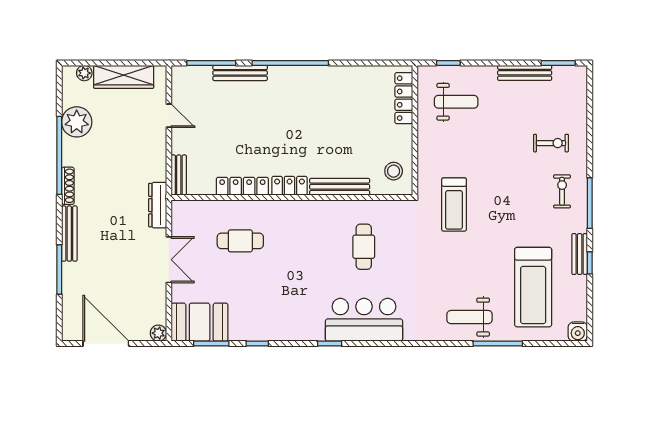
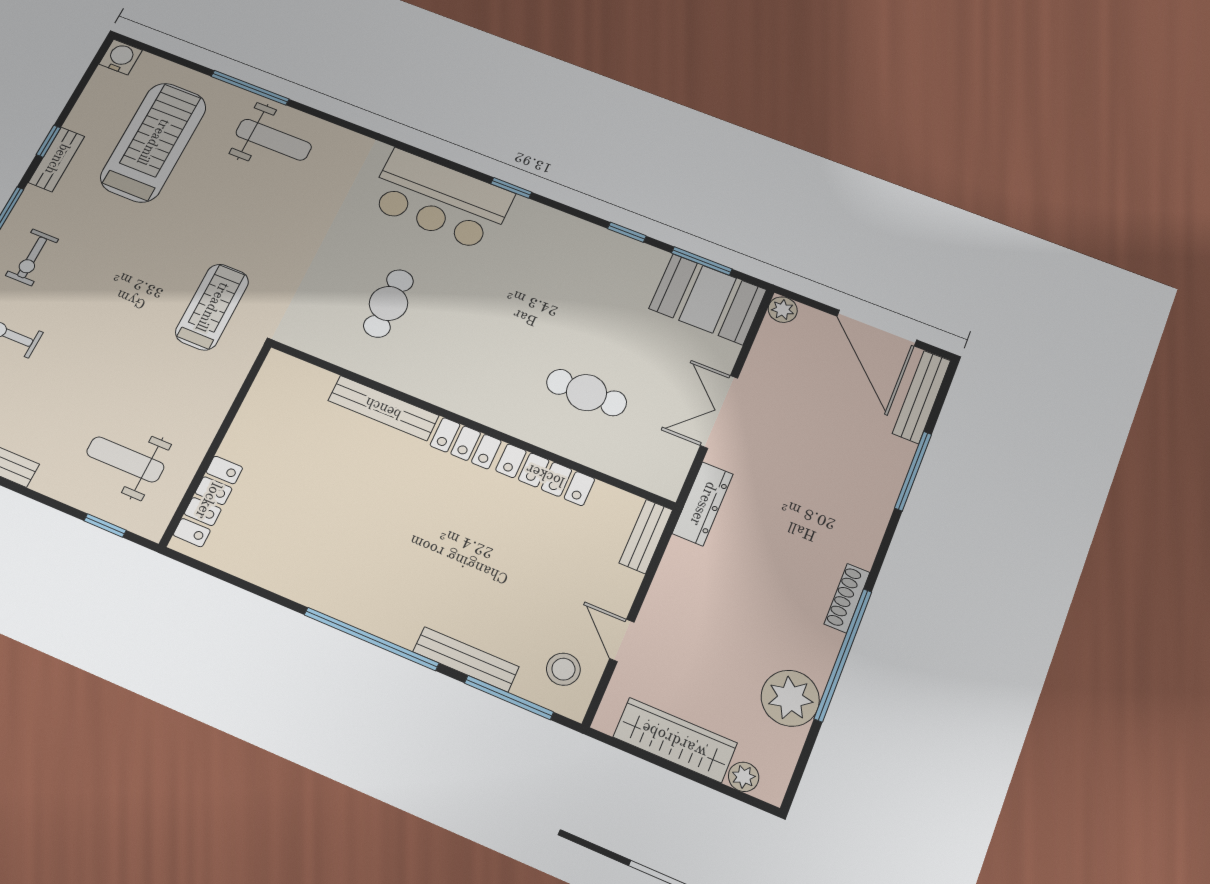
stool: (394, 171) -> (563, 669), moved
bench: (69, 234) -> (921, 397), moved

